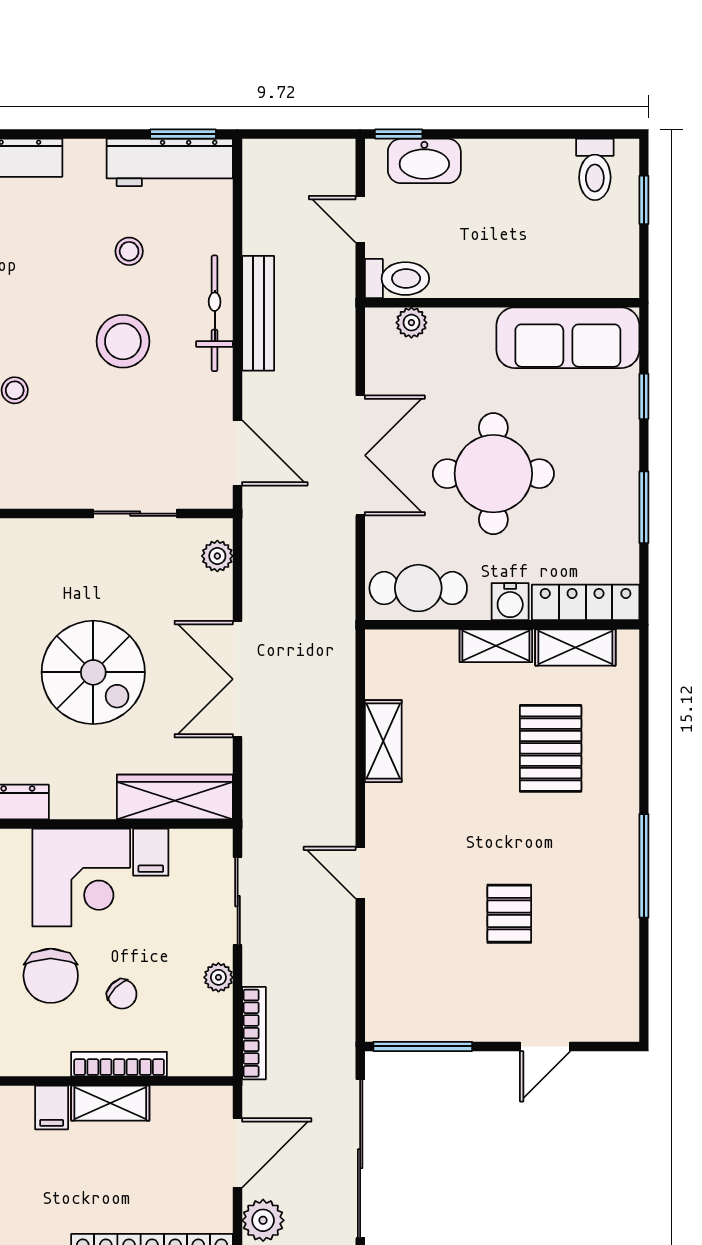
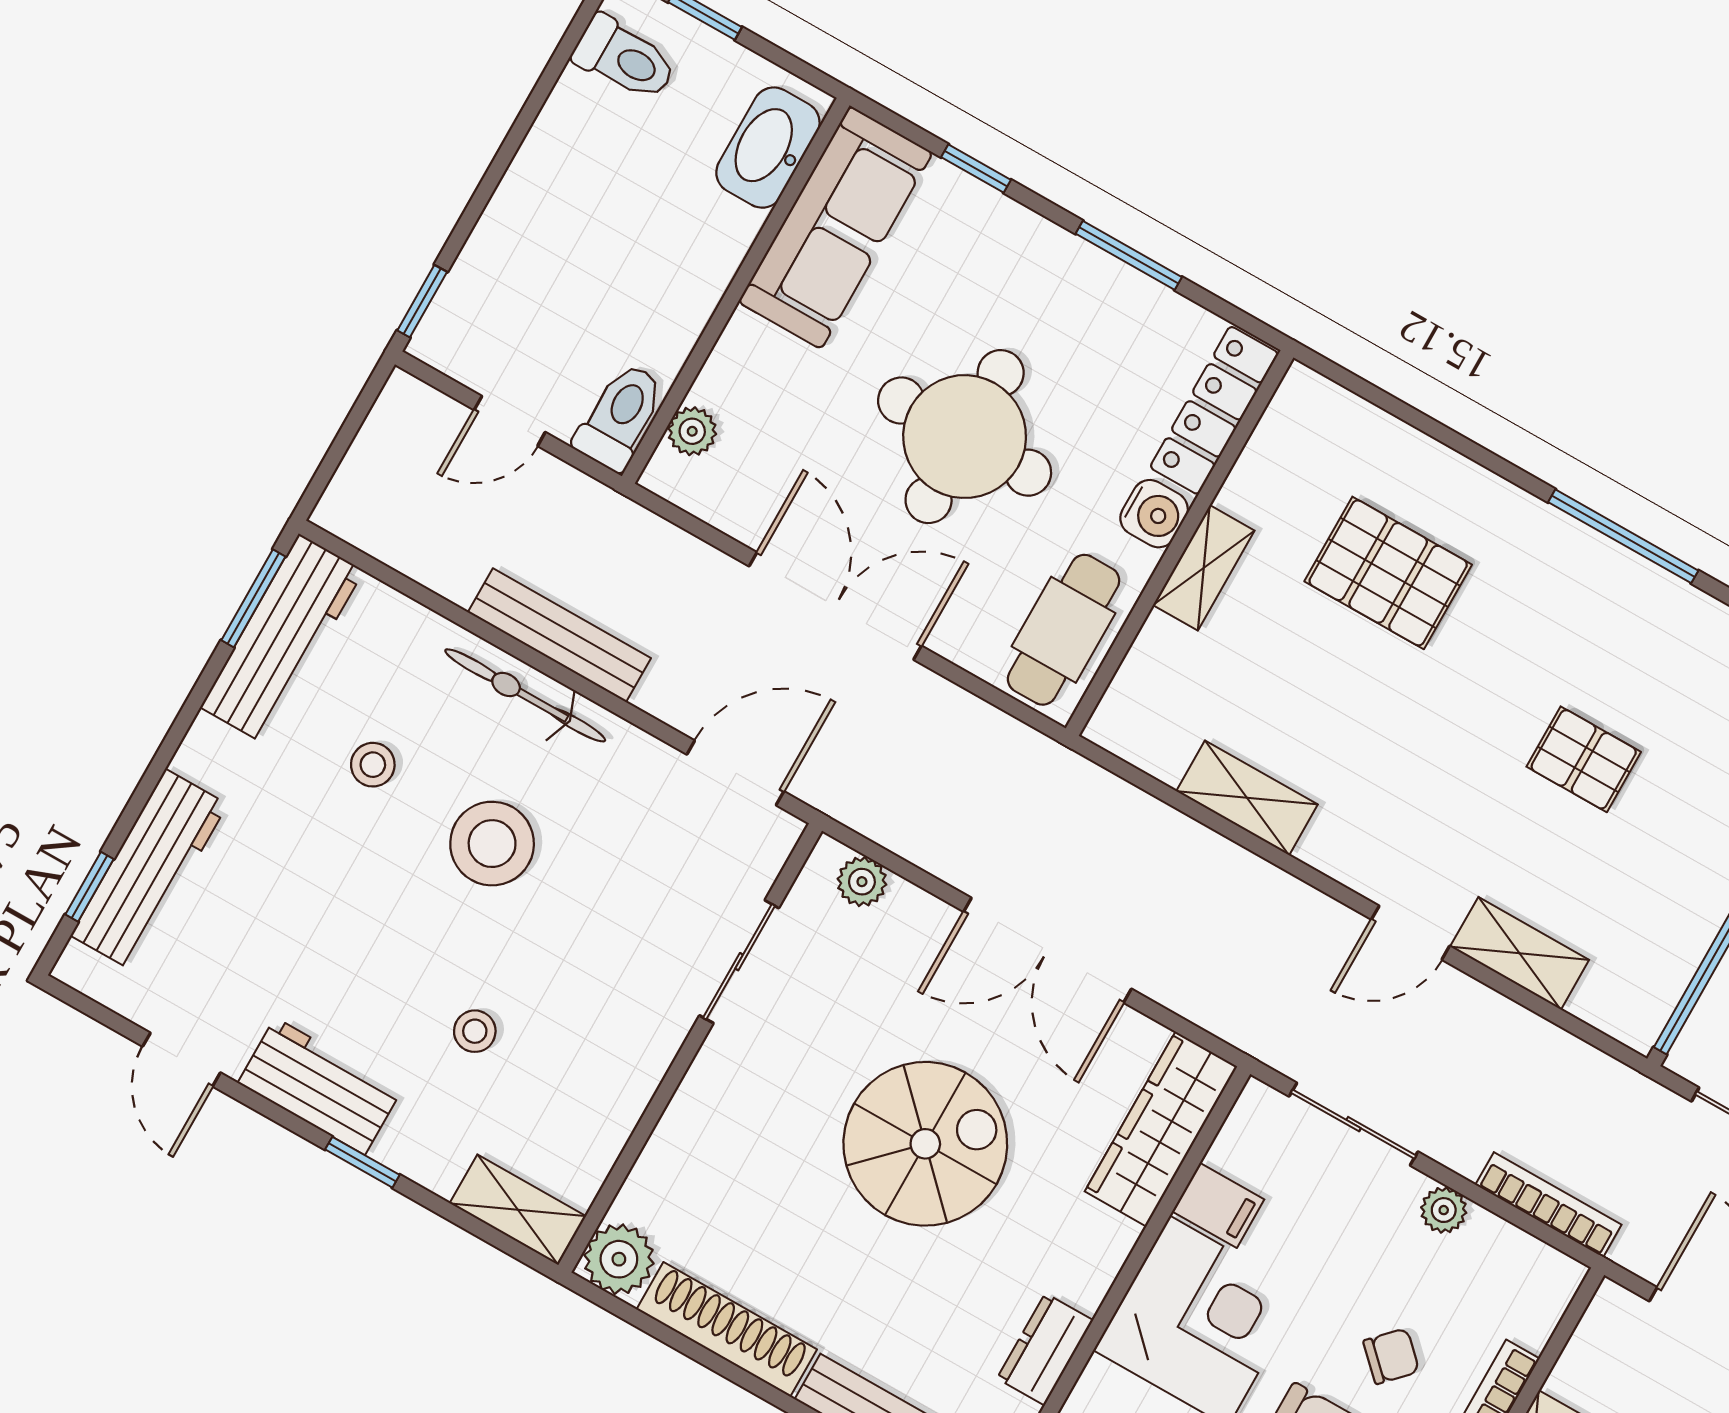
washbasin: (424, 161) -> (768, 148), moved, turned 180
shelving: (575, 647) -> (1520, 953), moved, turned 90

